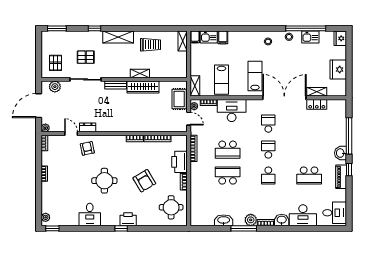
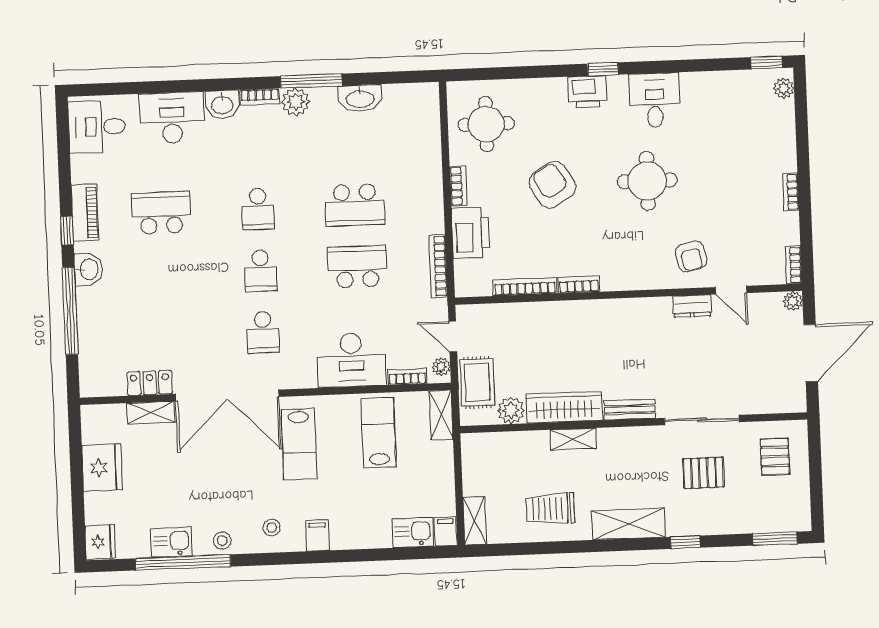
filing cabinet: (223, 37) -> (317, 536), moved
plant: (55, 87) -> (511, 411), moved
school desk: (268, 176) -> (258, 209), turned 180
desk: (90, 214) -> (655, 100), moved

